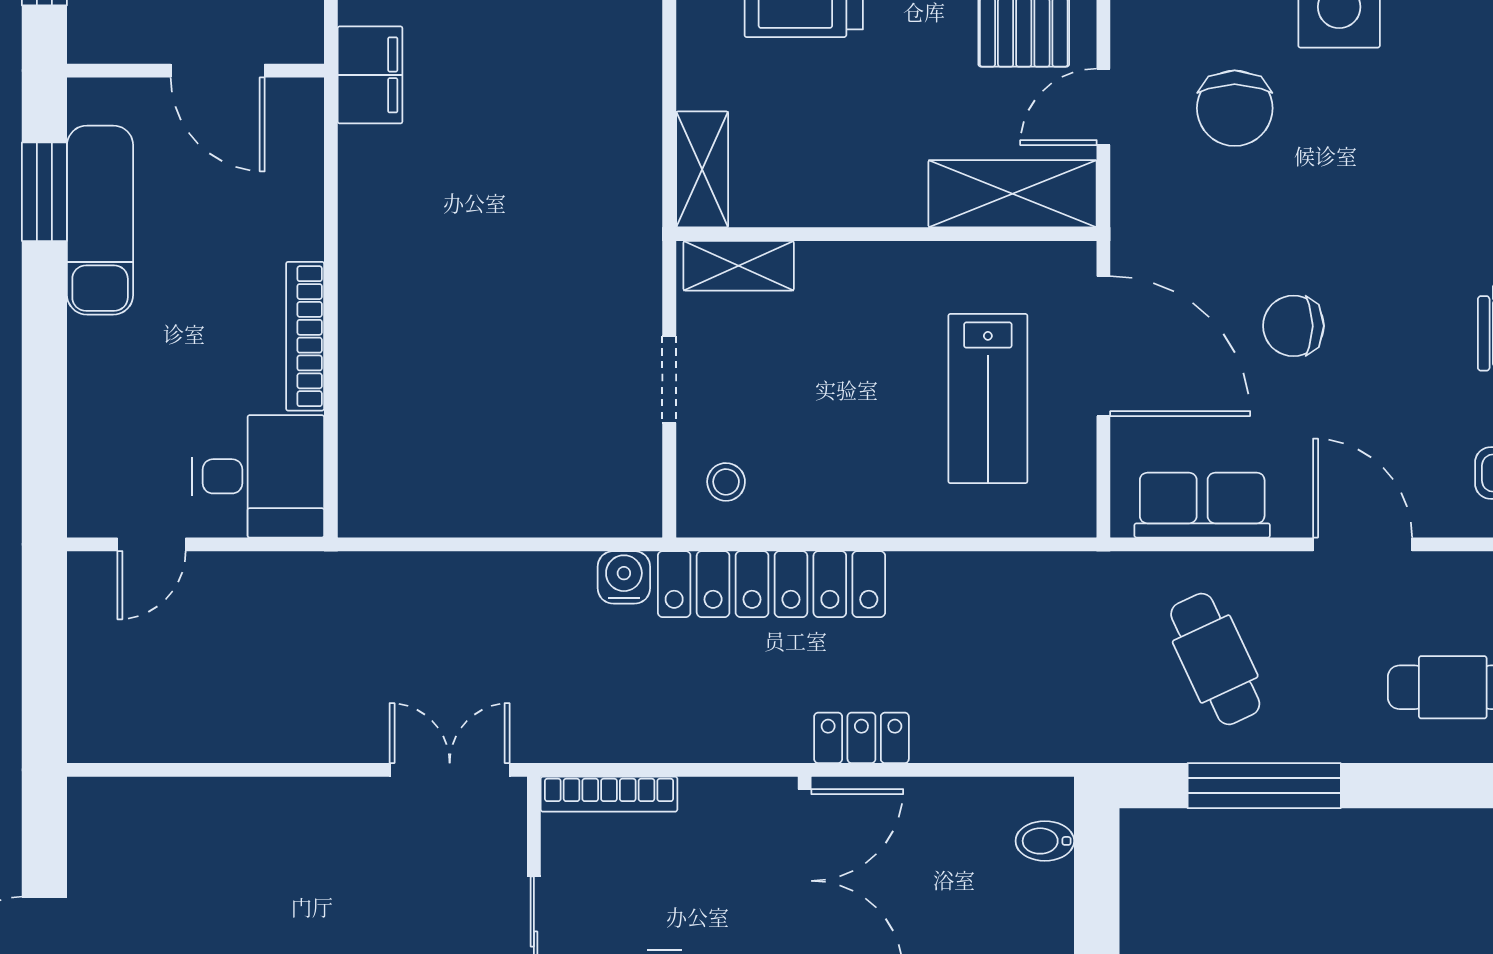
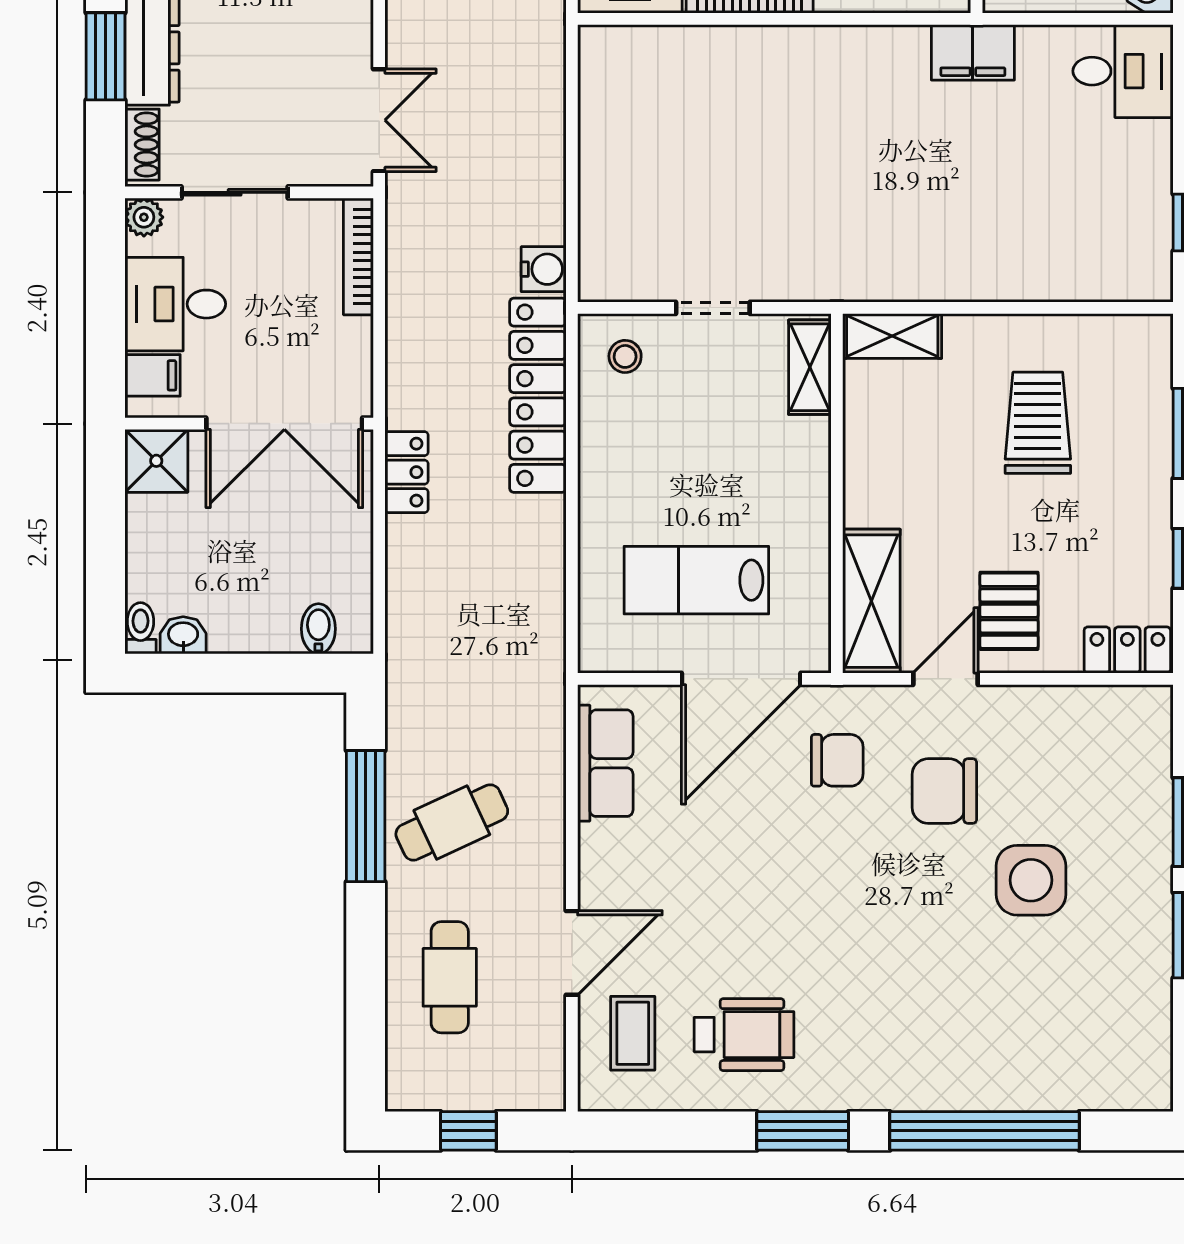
door: (1103, 107) -> (946, 679), hinge flipped
chair: (1293, 326) -> (837, 760), moved, turned 90
door: (1363, 544) -> (572, 953), moved
cafe table: (1215, 659) -> (452, 822), moved

